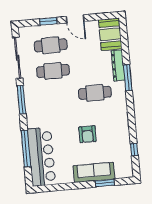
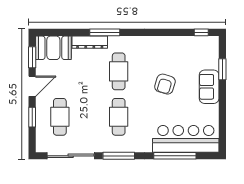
window: (100, 17) -> (32, 57), added
cafe table: (53, 71) -> (119, 117), moved
armchair: (87, 134) -> (165, 84), turned 107
window: (134, 150) -> (201, 32), moved
sofa: (94, 172) -> (209, 87), width x0.73

